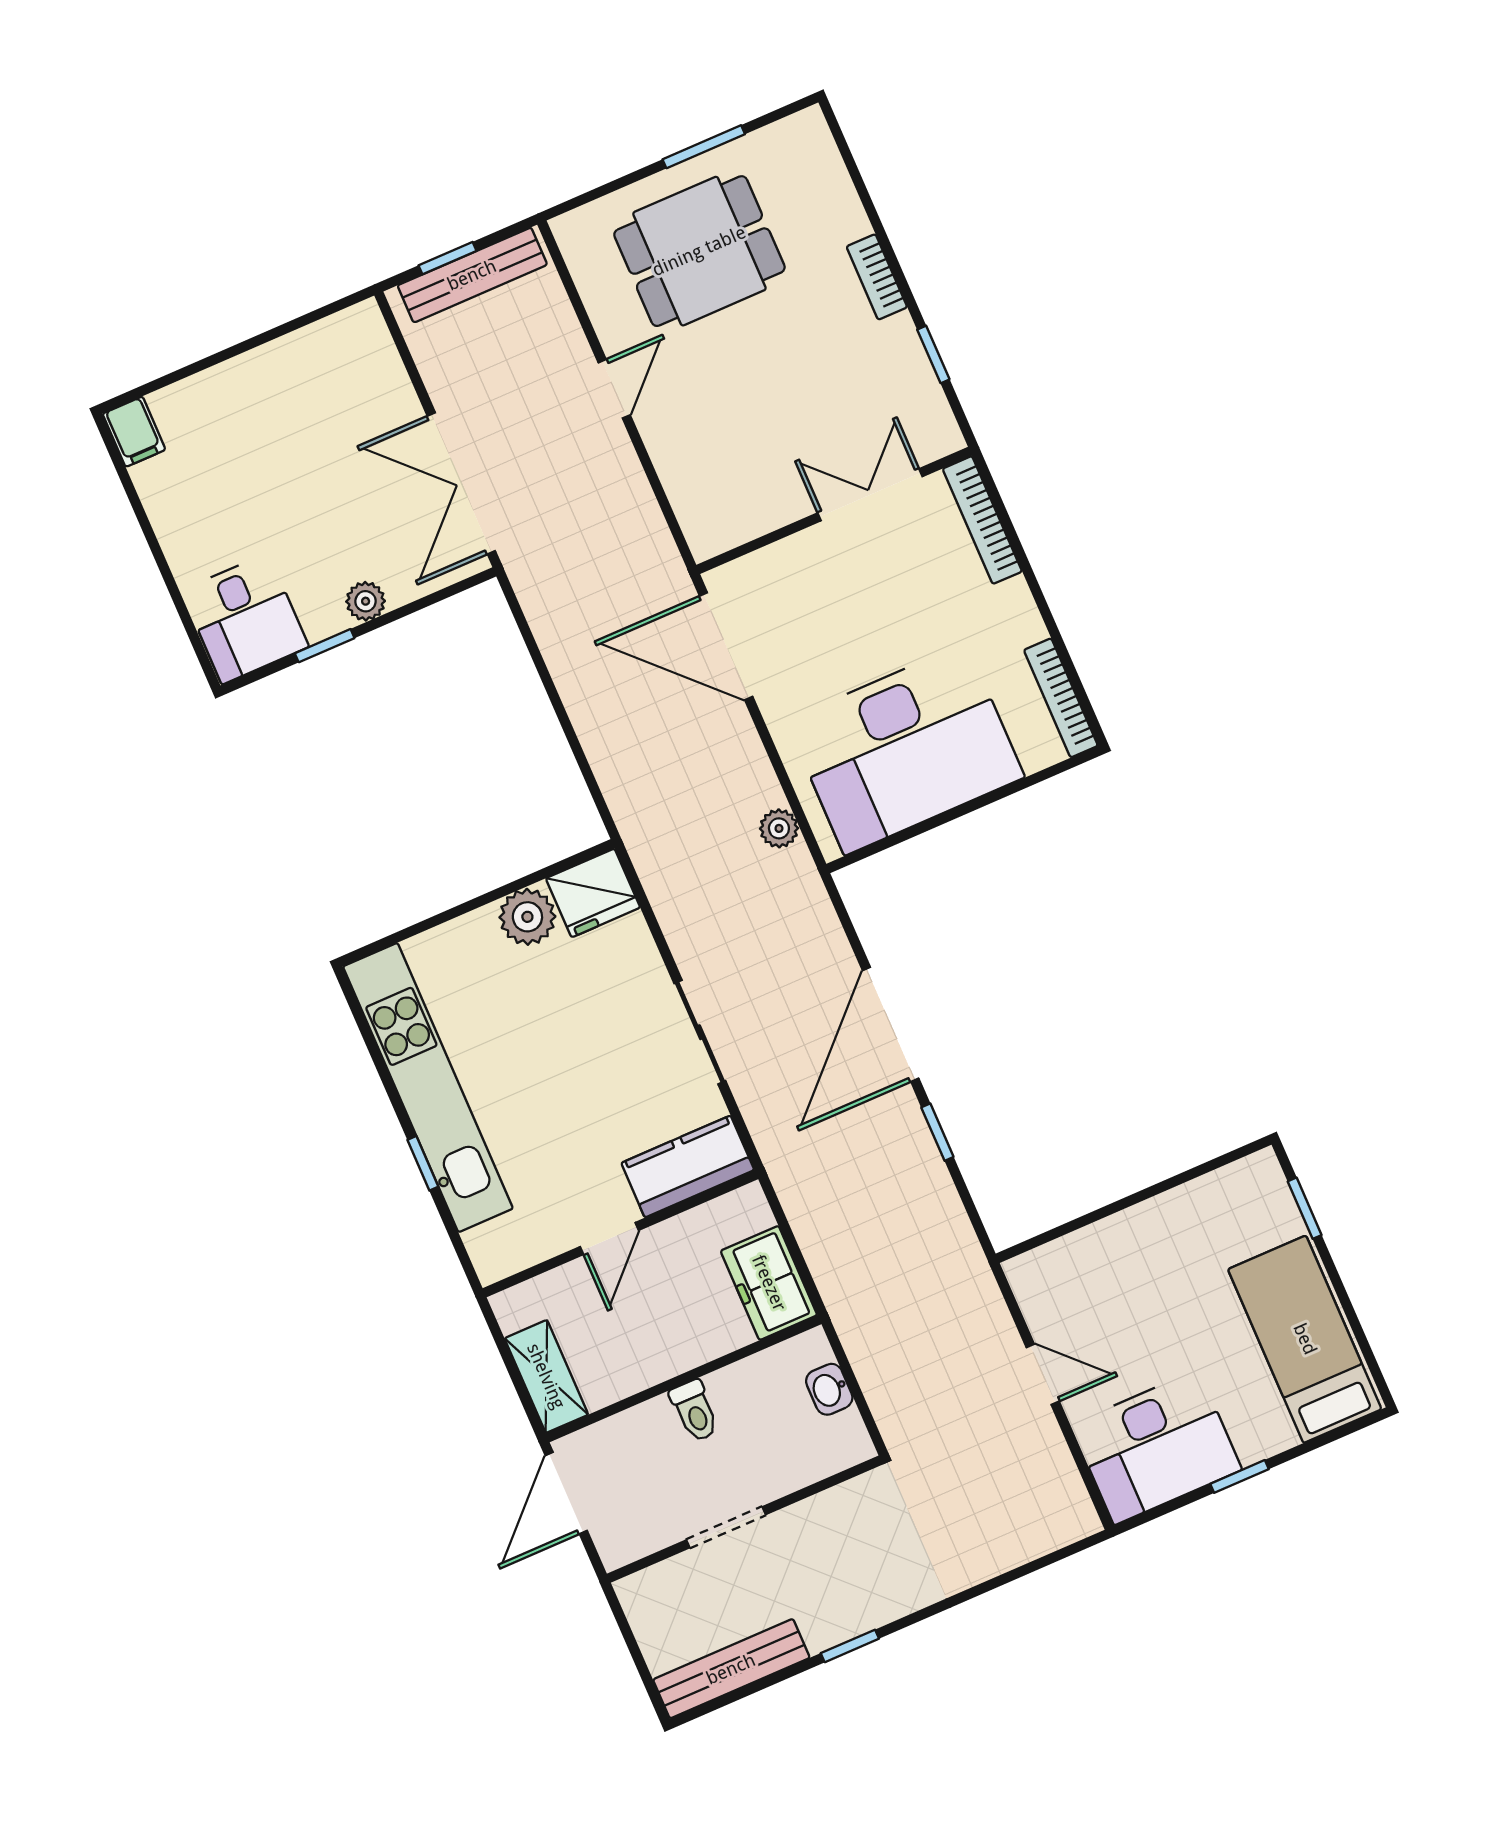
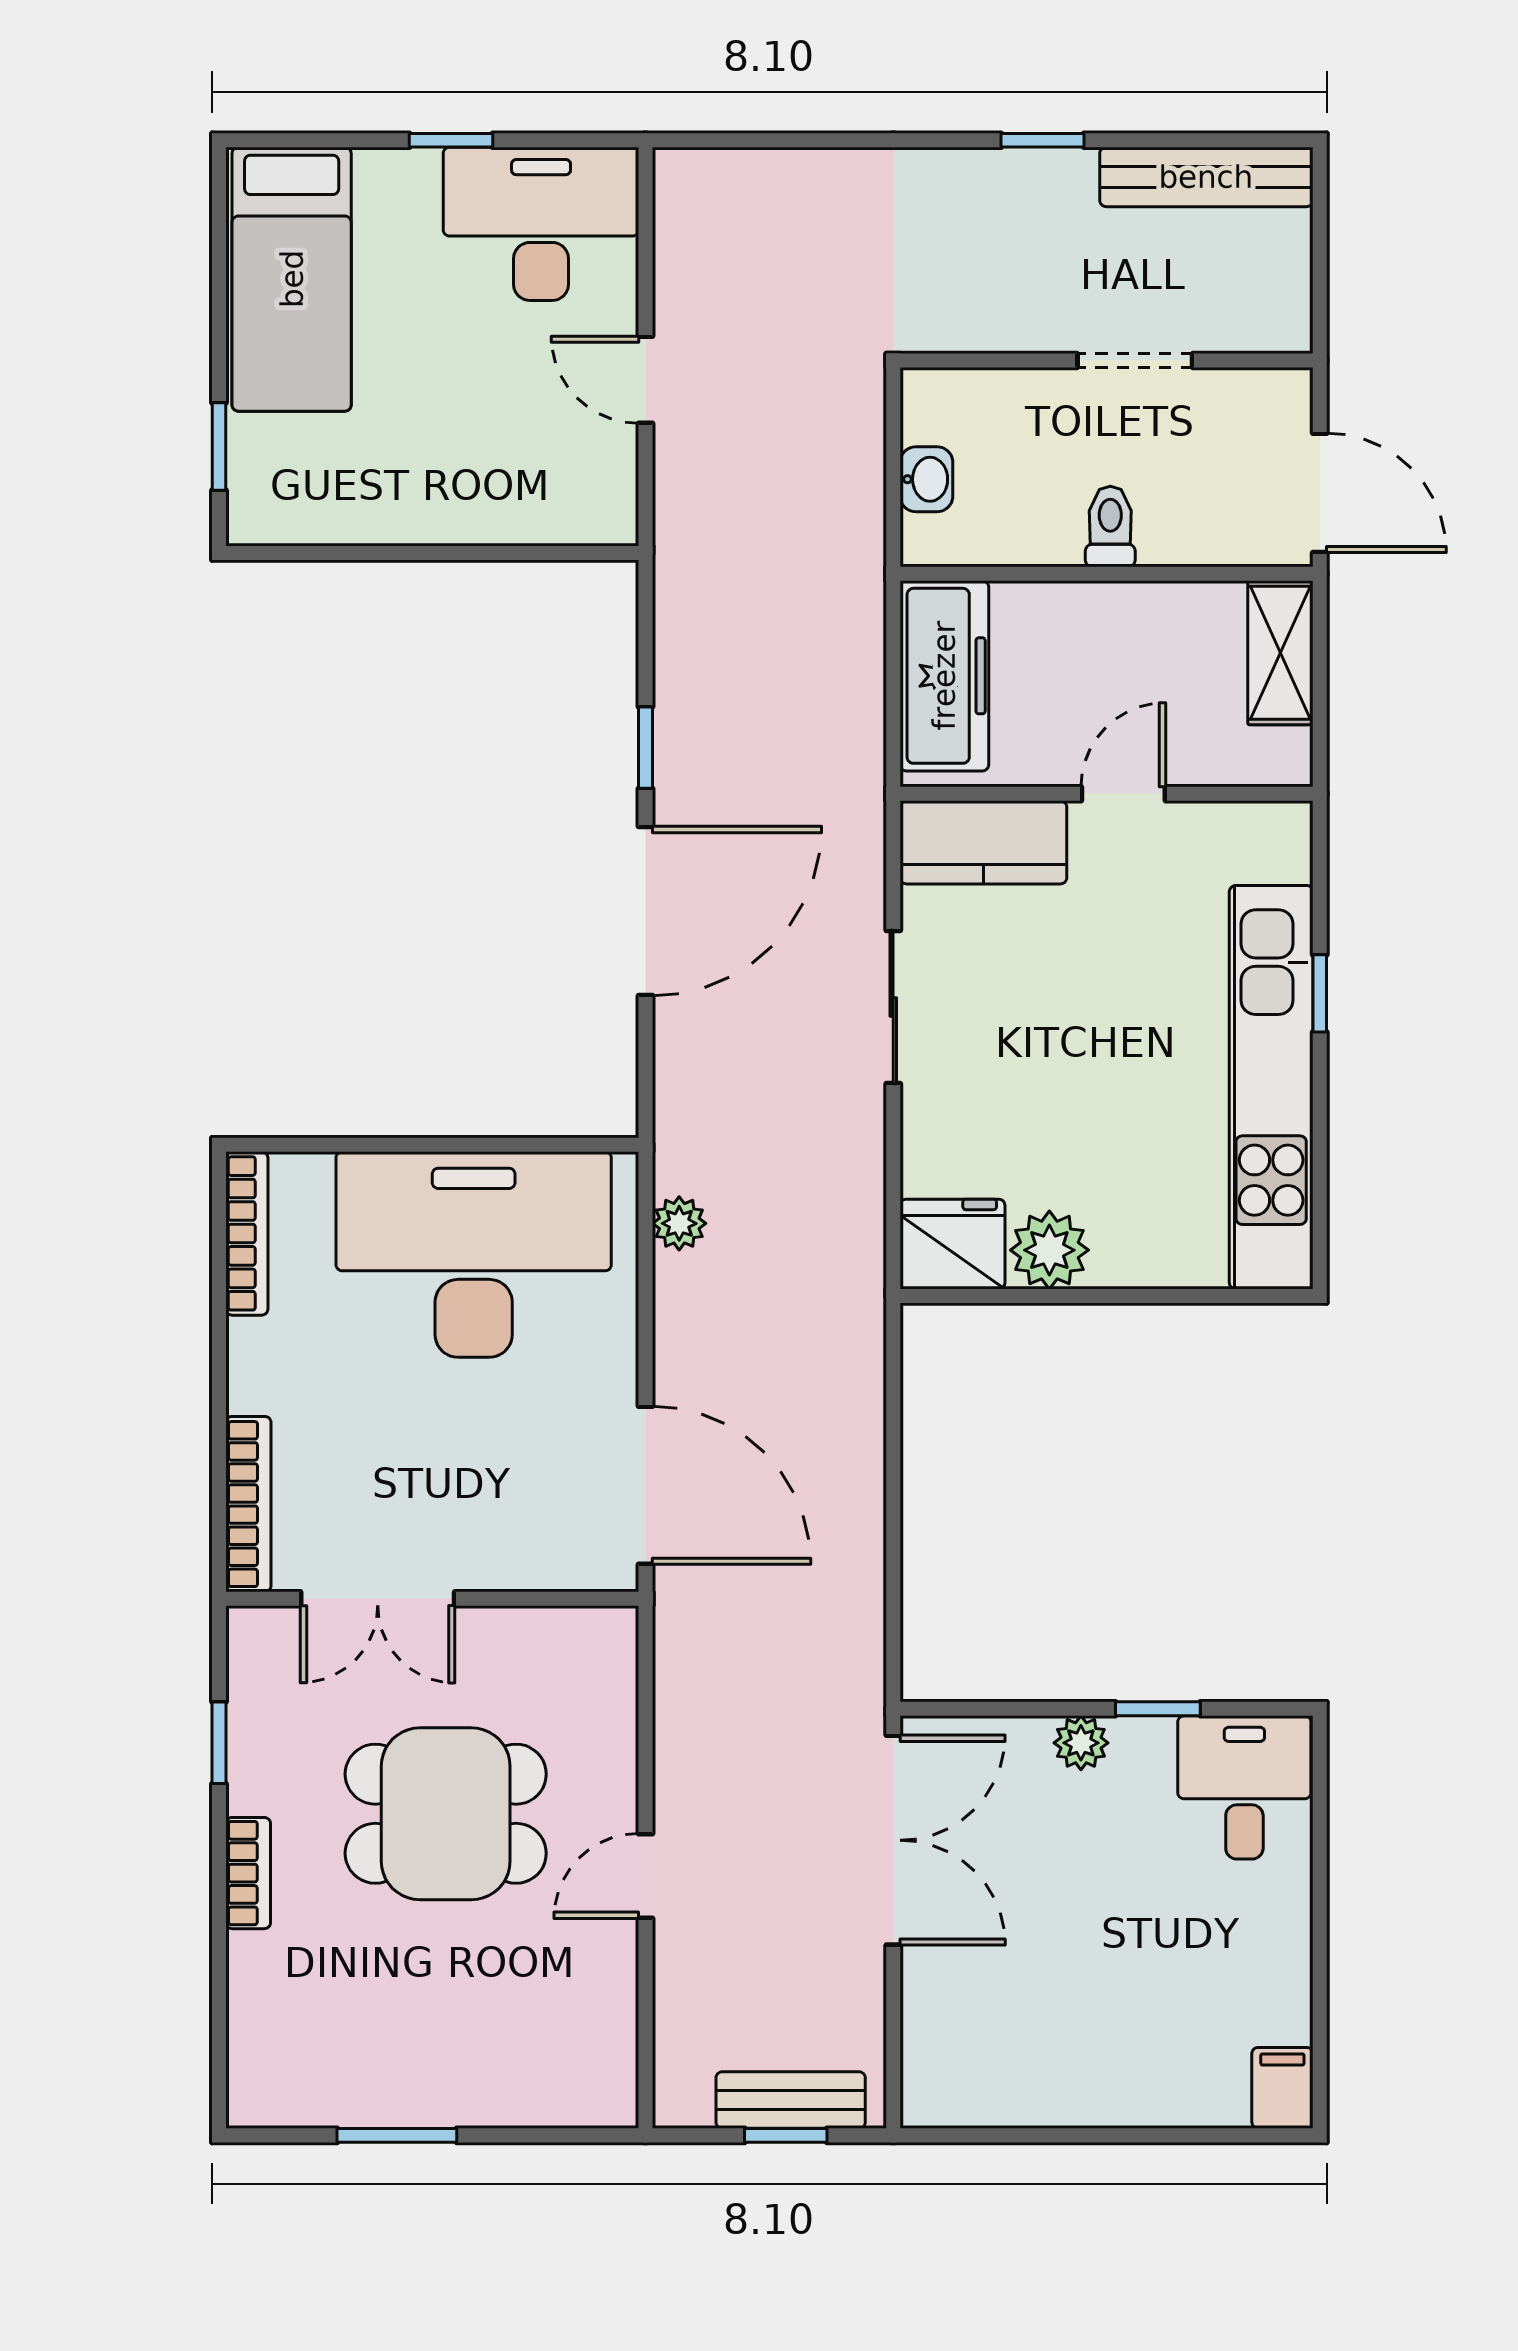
dining table: (699, 251) -> (446, 1814), moved
bench: (472, 275) -> (791, 2100), width x0.73
freezer: (769, 1283) -> (944, 676), width x1.40
door: (566, 1493) -> (1320, 493), hinge flipped

